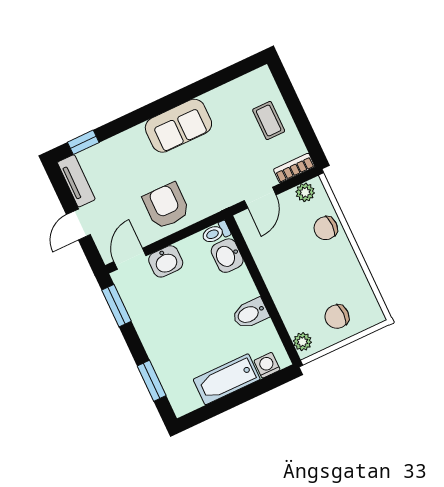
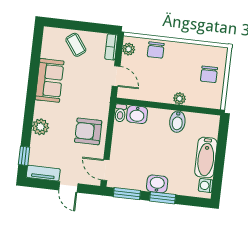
coffee table: (269, 121) -> (76, 45), turned 54
sofa: (178, 126) -> (50, 80), moved
plant: (134, 140) -> (40, 127), added
washbasin: (166, 261) -> (157, 184), moved, turned -90
plant: (302, 342) -> (179, 99), moved
washing machine: (267, 365) -> (206, 186), moved
window: (152, 381) -> (163, 198), moved

